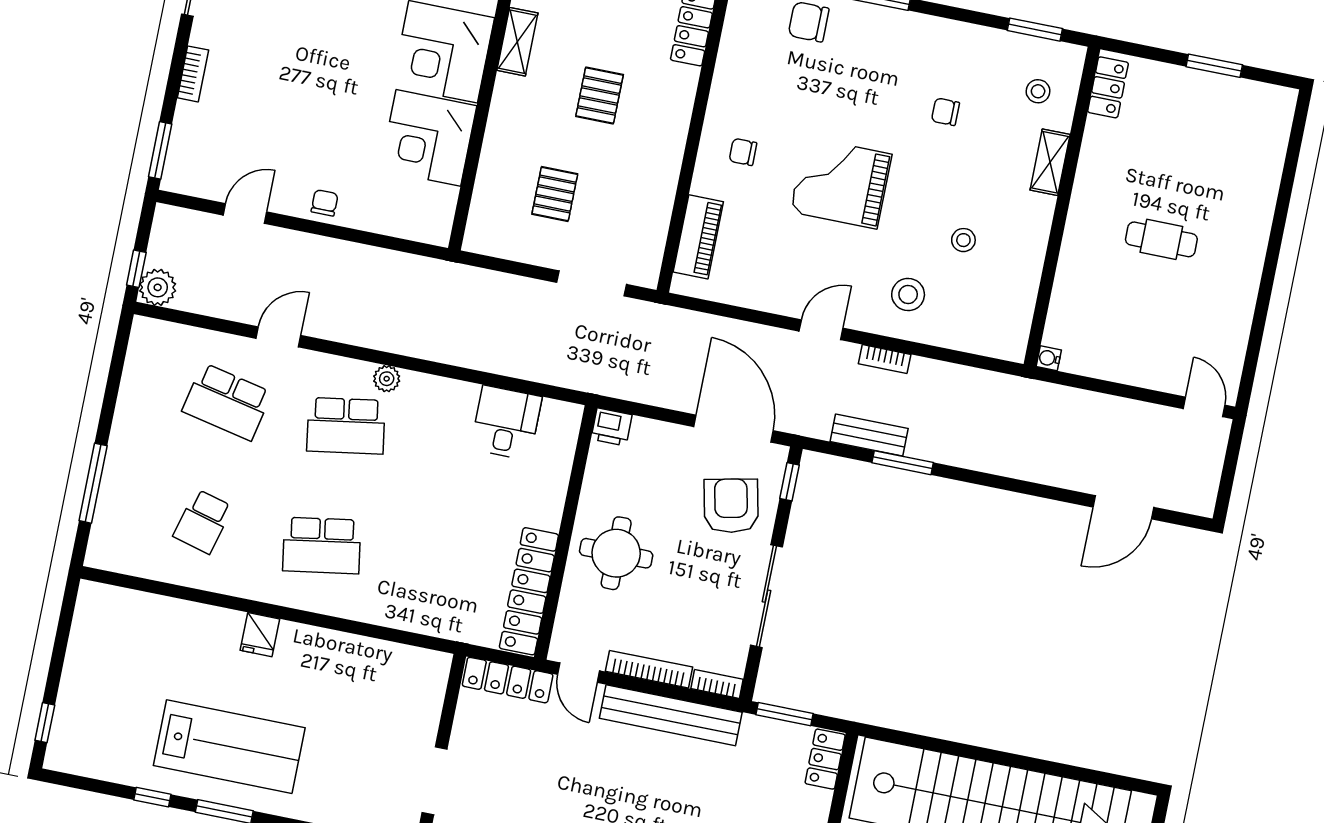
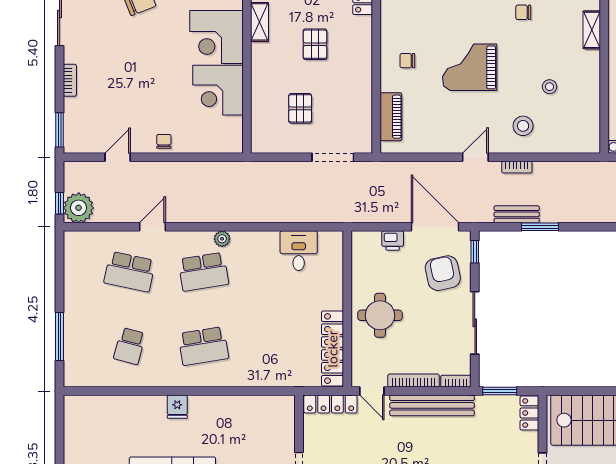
plant: (158, 287) -> (79, 208), width x1.36, depth x1.36
printer: (611, 427) -> (393, 241), moved

